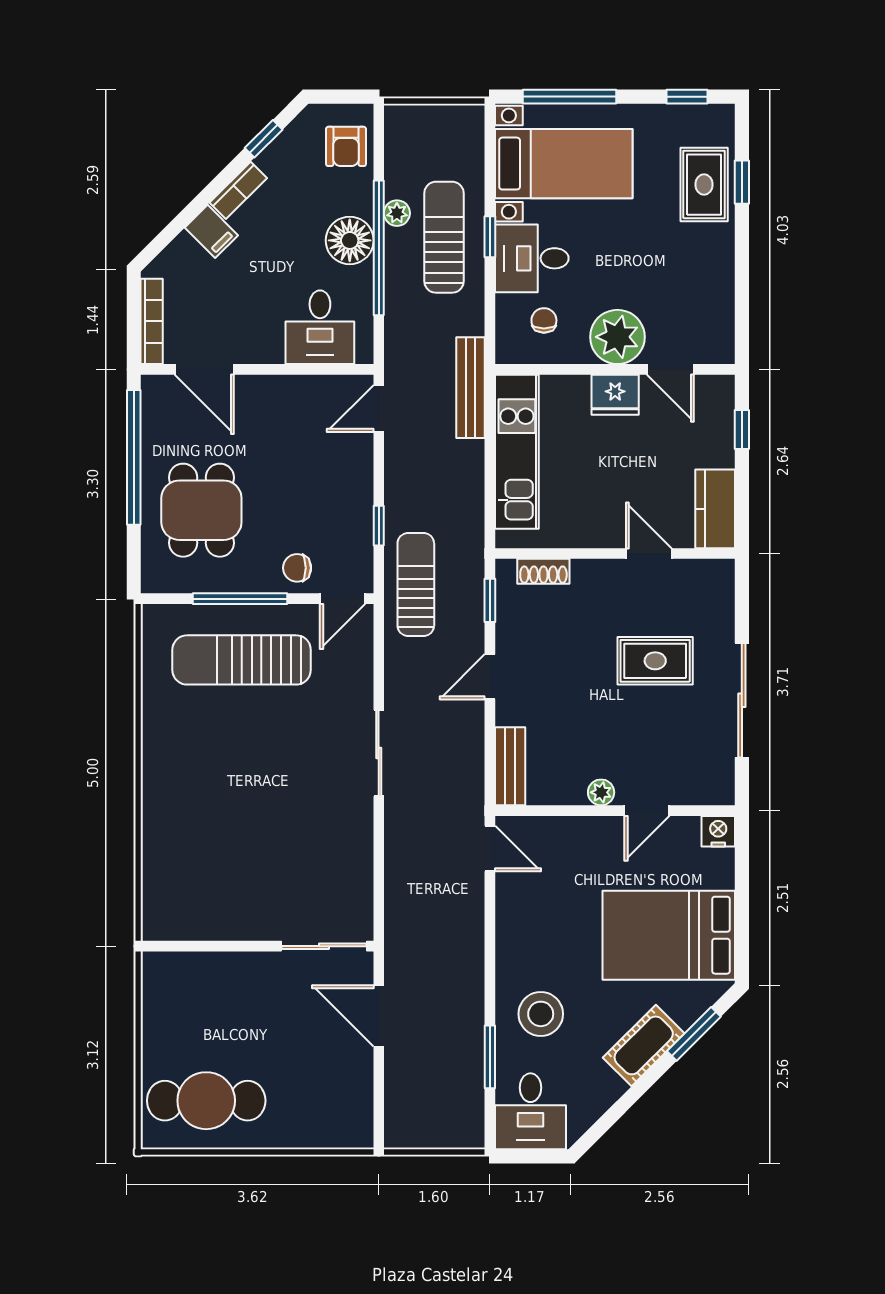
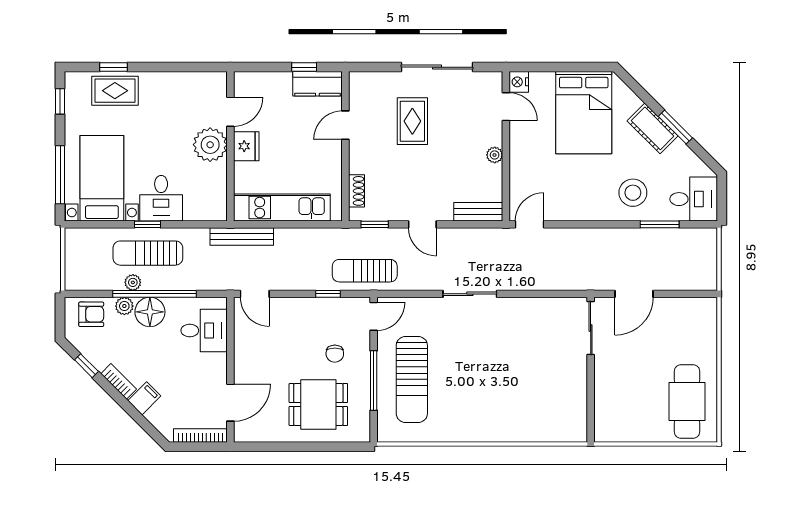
plant: (359, 199) -> (124, 306), added
chair: (544, 320) -> (200, 191), removed
window: (742, 430) -> (304, 67), moved
window: (134, 457) -> (285, 447), removed
chair: (297, 568) -> (335, 354), moved
door: (343, 599) -> (374, 316), hinge flipped
door: (647, 811) -> (506, 107), moved
window: (694, 1034) -> (675, 127), moved

